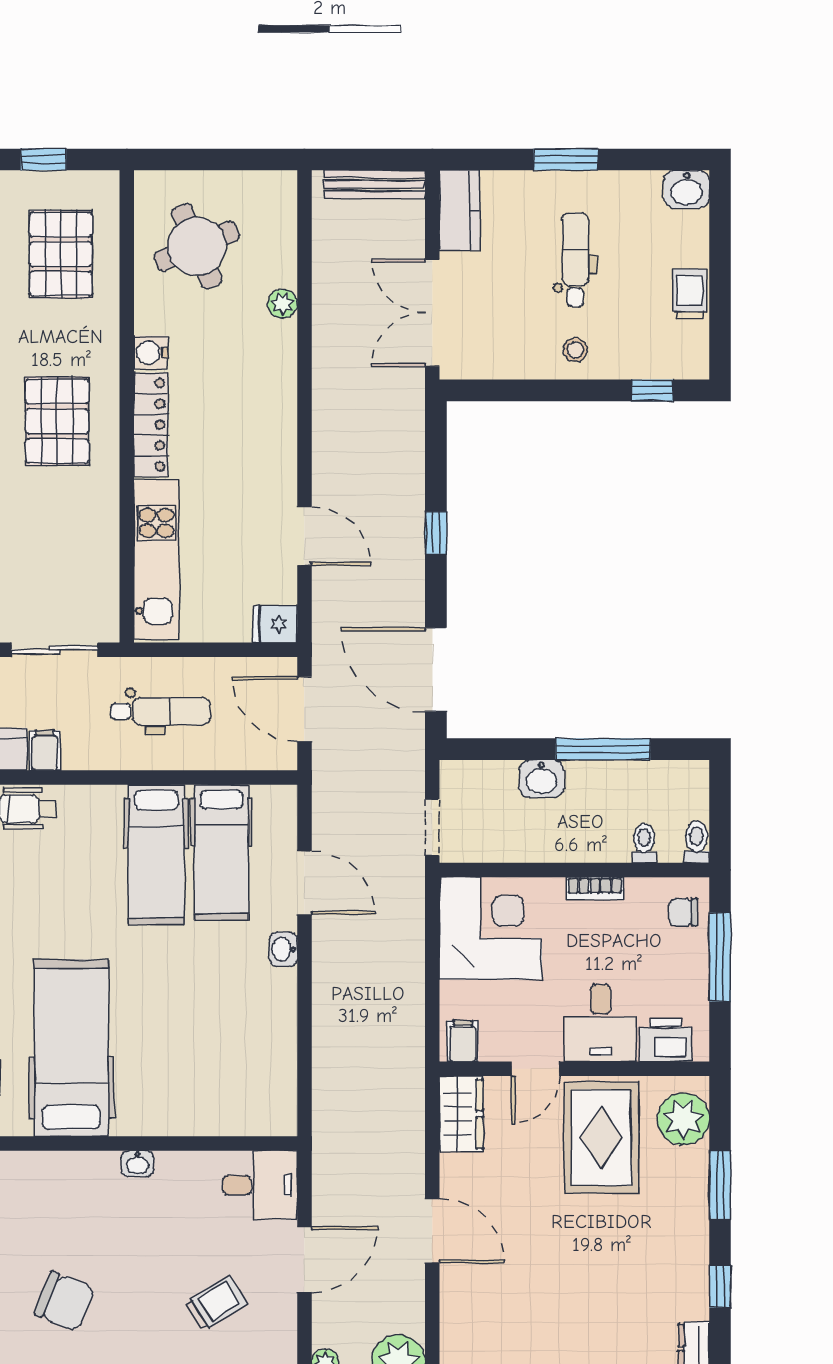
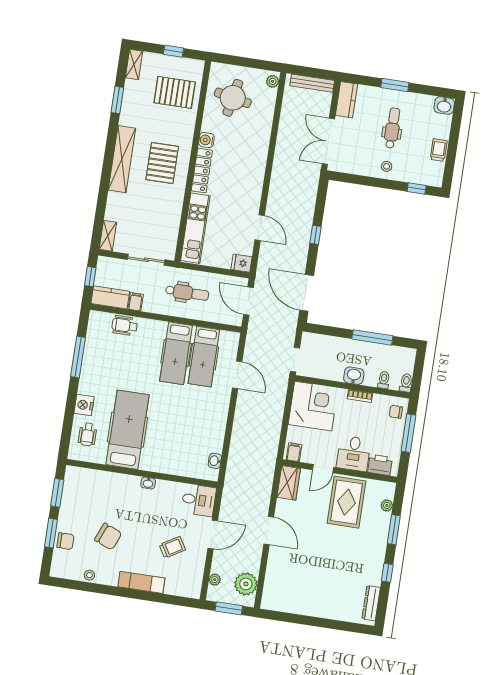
round table: (197, 246) -> (233, 98), turned 34
pallet: (61, 254) -> (175, 92), turned 90
plant: (283, 304) -> (273, 81), moved
washbasin: (542, 779) -> (354, 376), moved, turned 180
washbasin: (283, 949) -> (215, 461), moved
plant: (683, 1119) -> (387, 505), width x0.53, depth x0.53

